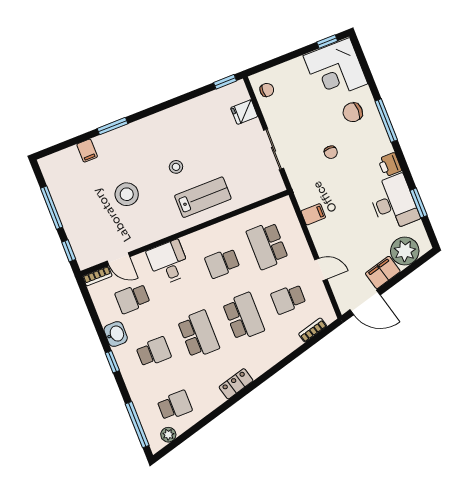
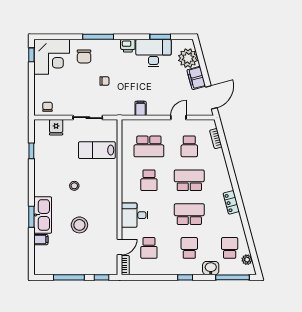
window: (225, 82) -> (31, 151), moved
kitchen sink: (121, 140) -> (43, 215), added
lab bench: (203, 197) -> (97, 150), moved, turned -90
washbasin: (116, 334) -> (211, 268), moved

